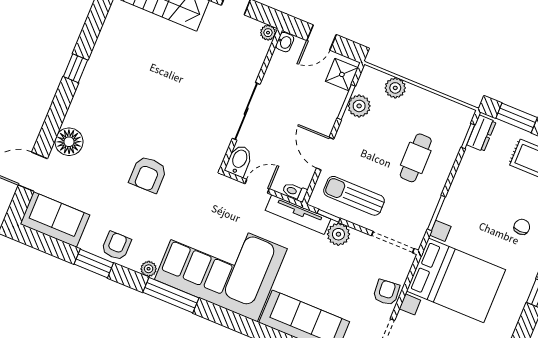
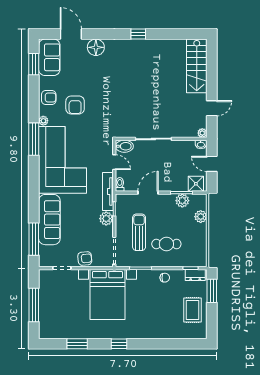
armchair: (148, 174) -> (75, 105), moved, turned -90
sun lounger: (354, 196) -> (139, 232), moved
chair: (522, 227) -> (165, 278), moved
window: (94, 263) -> (34, 64), moved

